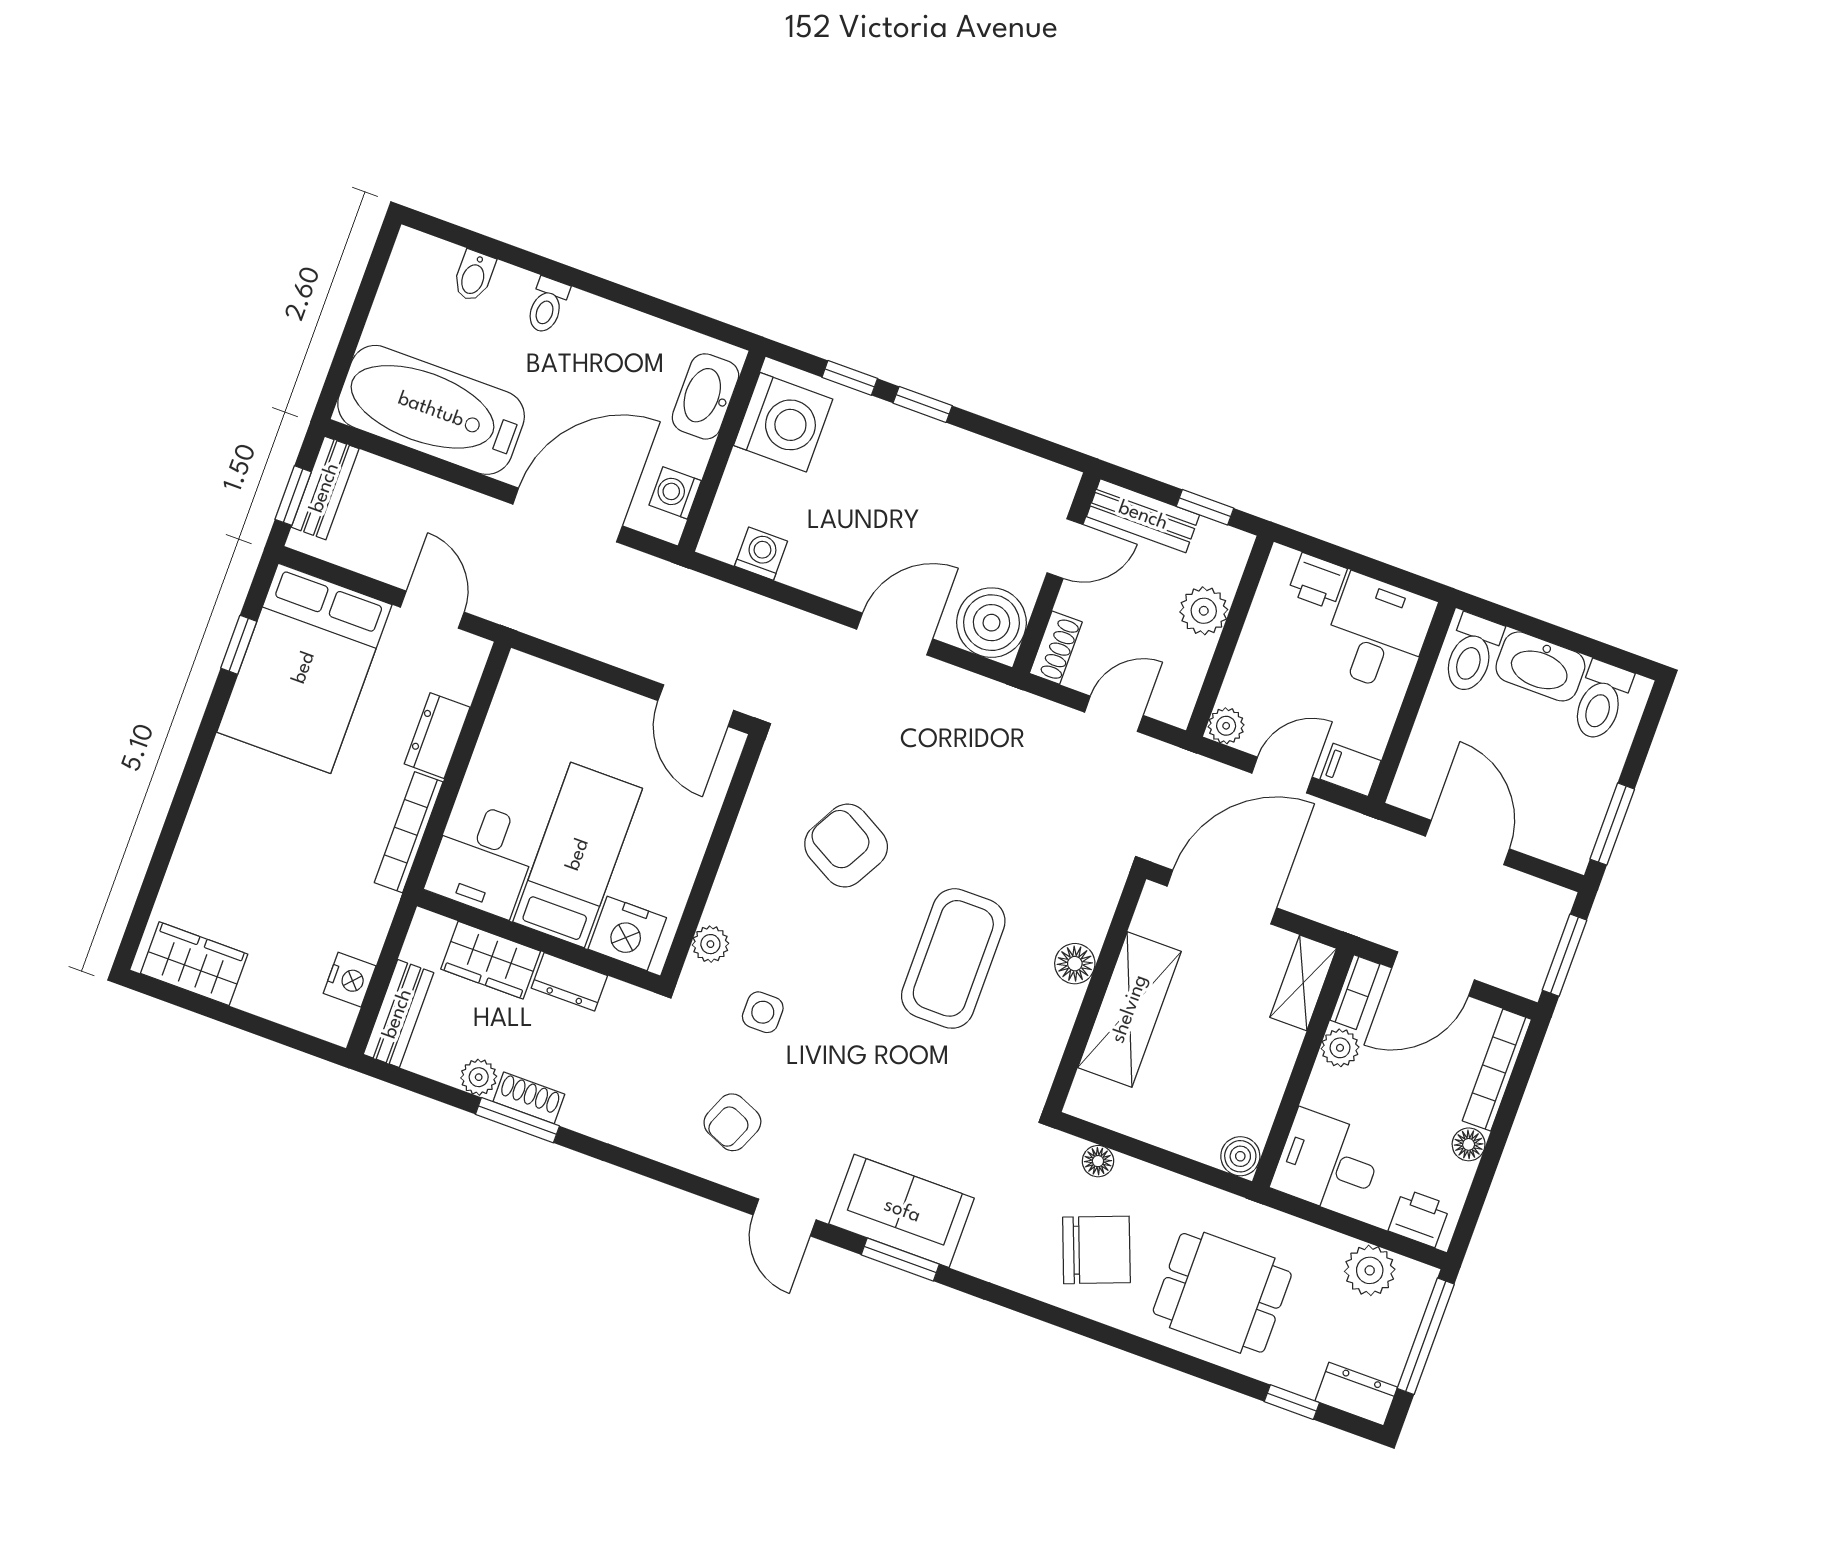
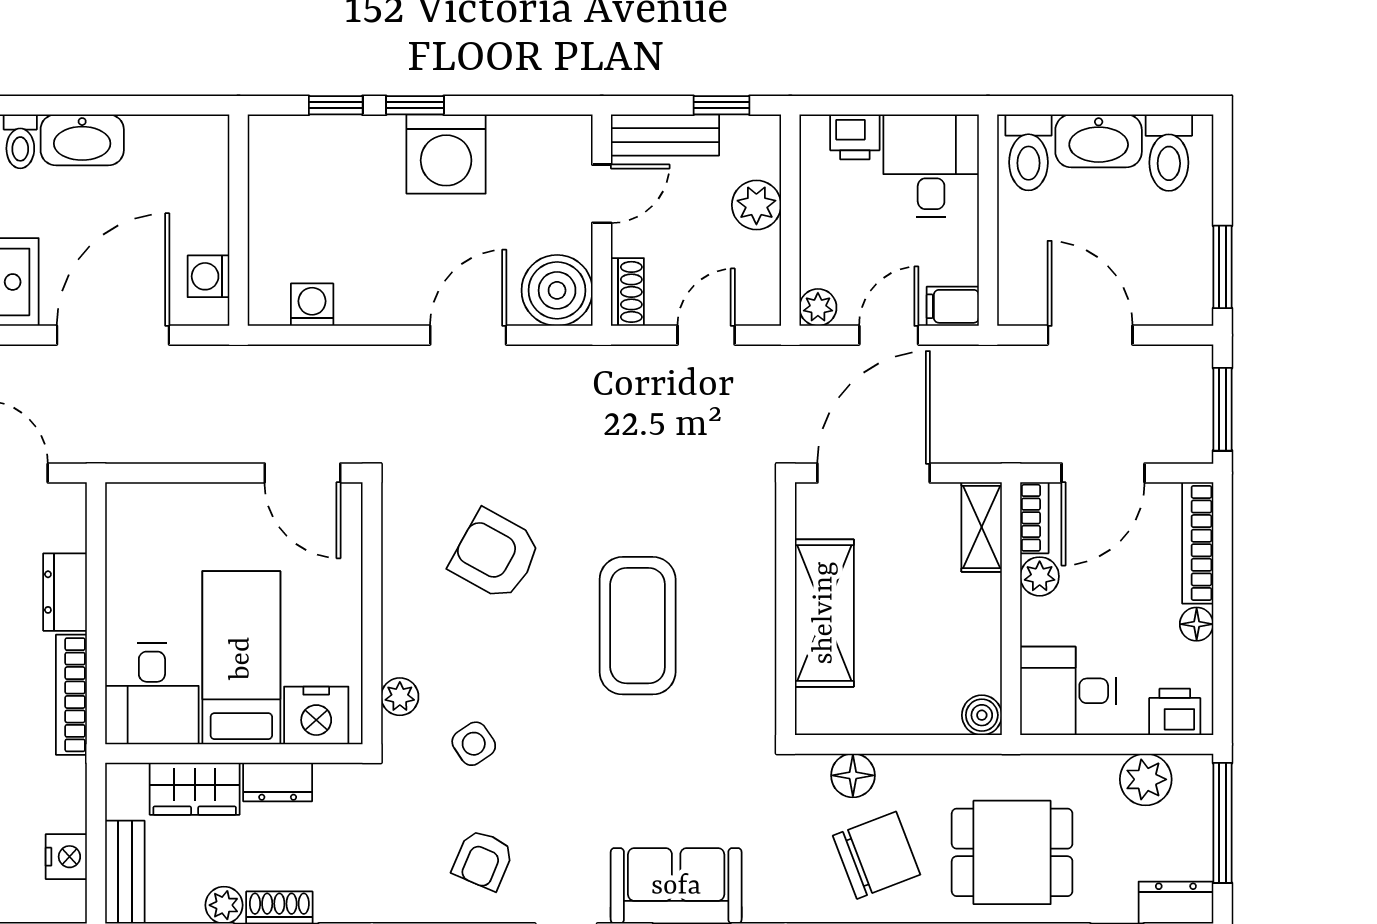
washbasin: (705, 396) -> (82, 140), moved, turned -90
washing machine: (783, 422) -> (446, 154), moved, turned 90
floor lamp: (1075, 964) -> (756, 588), removed
side table: (763, 1012) -> (474, 744), turned -34
floor lamp: (1098, 1161) -> (853, 775), width x1.37, depth x1.37

